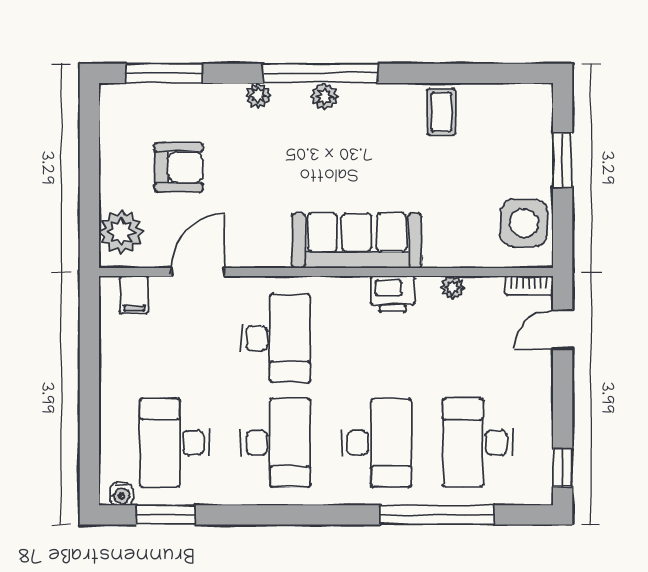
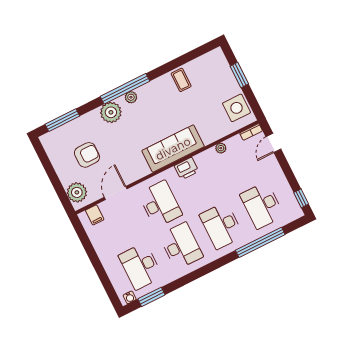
plant: (258, 95) -> (111, 112), width x1.88, depth x1.88
printer: (392, 294) -> (186, 169), moved
desk: (377, 443) -> (222, 226), turned 180

